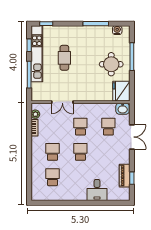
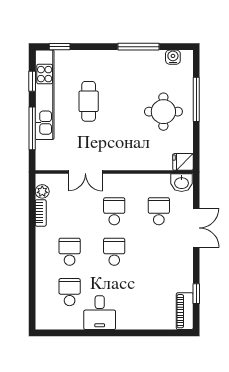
fridge: (121, 91) -> (183, 162), width x0.53, depth x0.75
piano: (125, 176) -> (185, 311), moved
desk: (97, 190) -> (100, 313), moved

